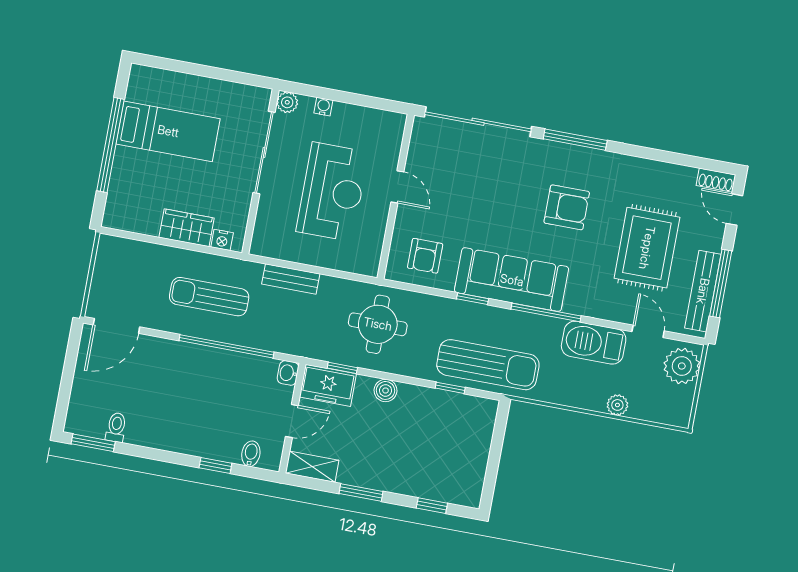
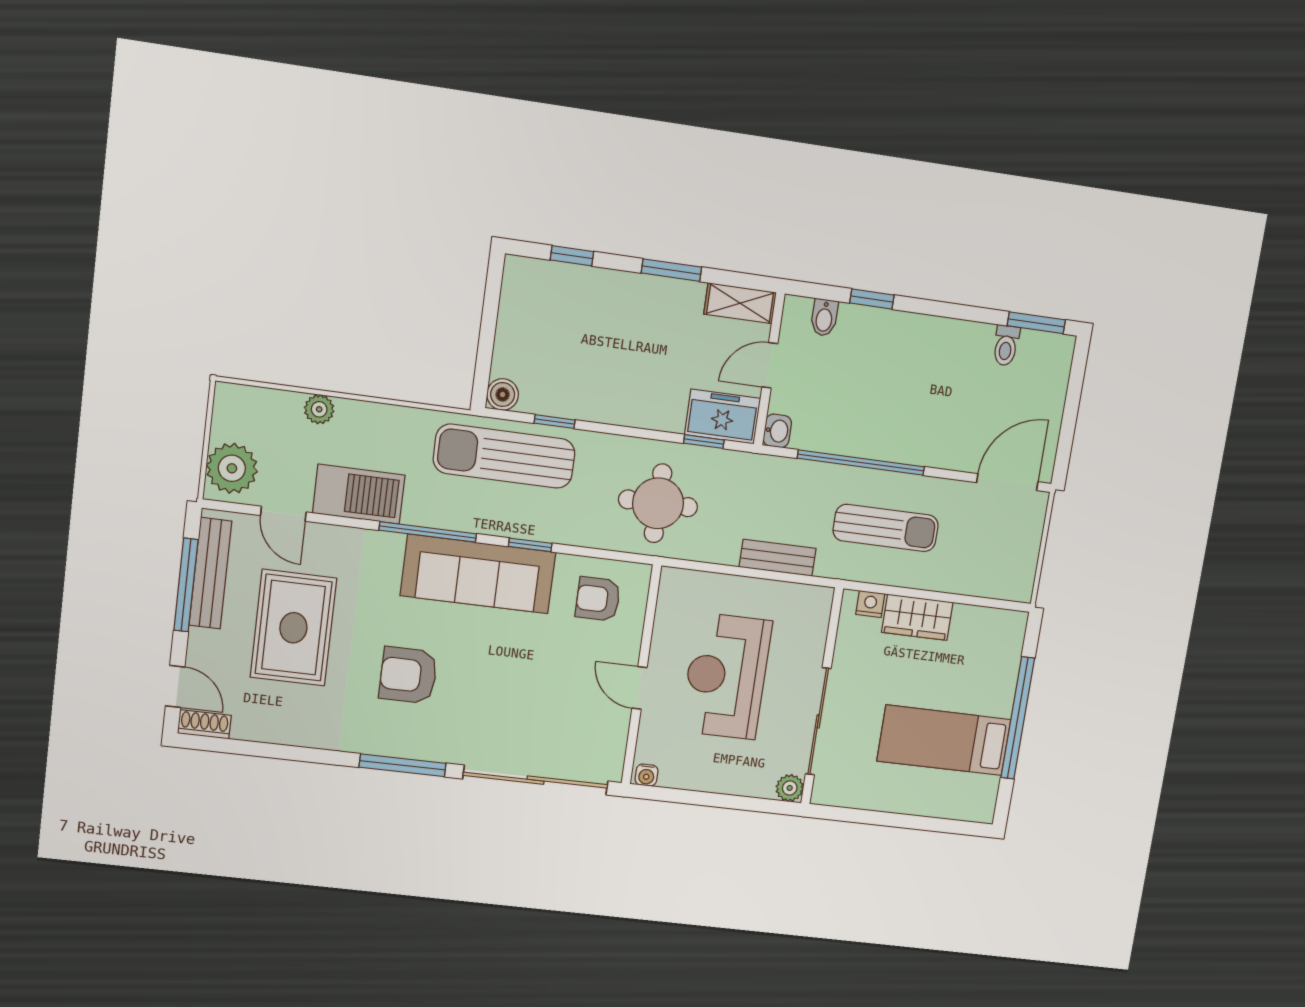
water cooler: (323, 107) -> (646, 775), moved
armchair: (425, 256) -> (598, 599), turned -90
boiler: (386, 390) -> (503, 394), moved

